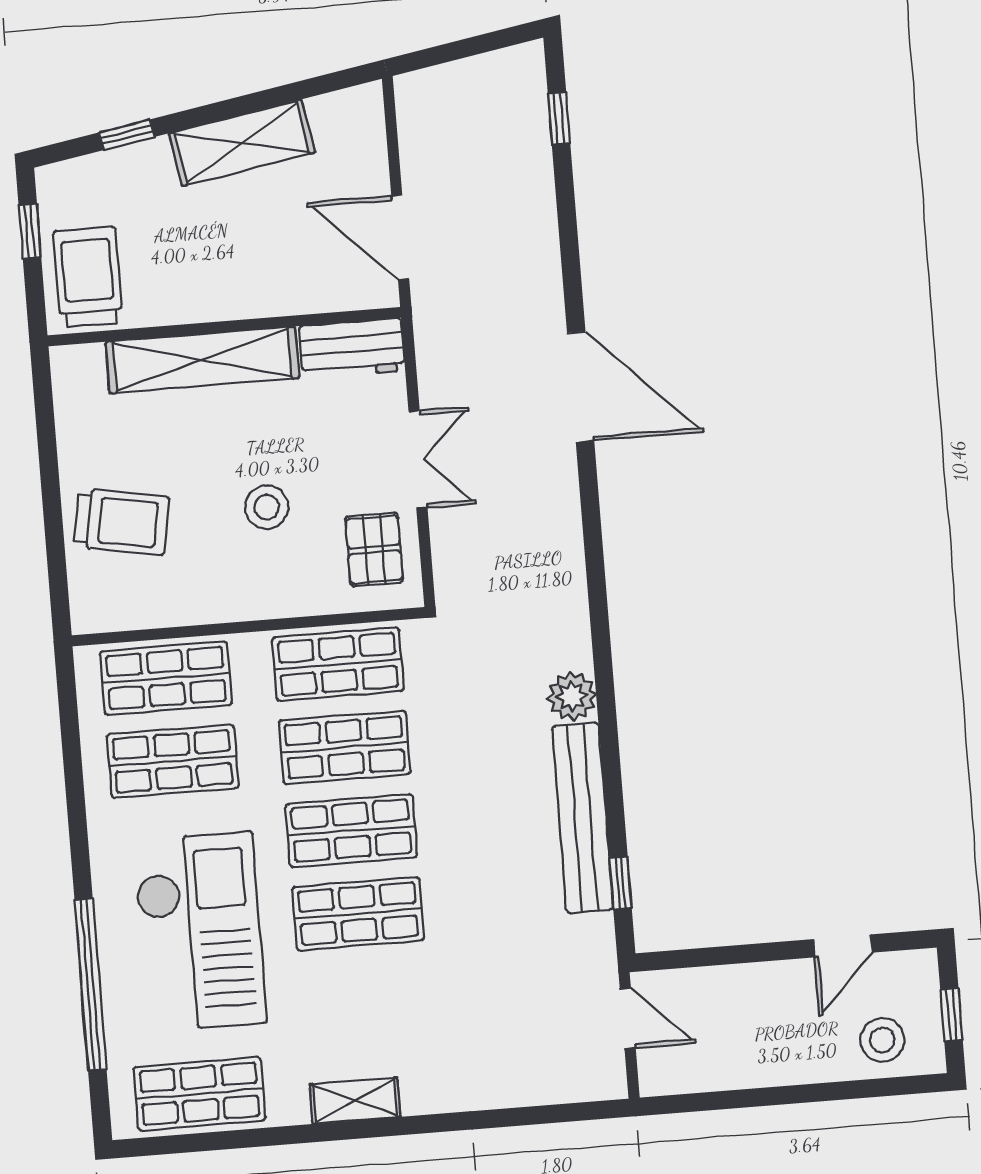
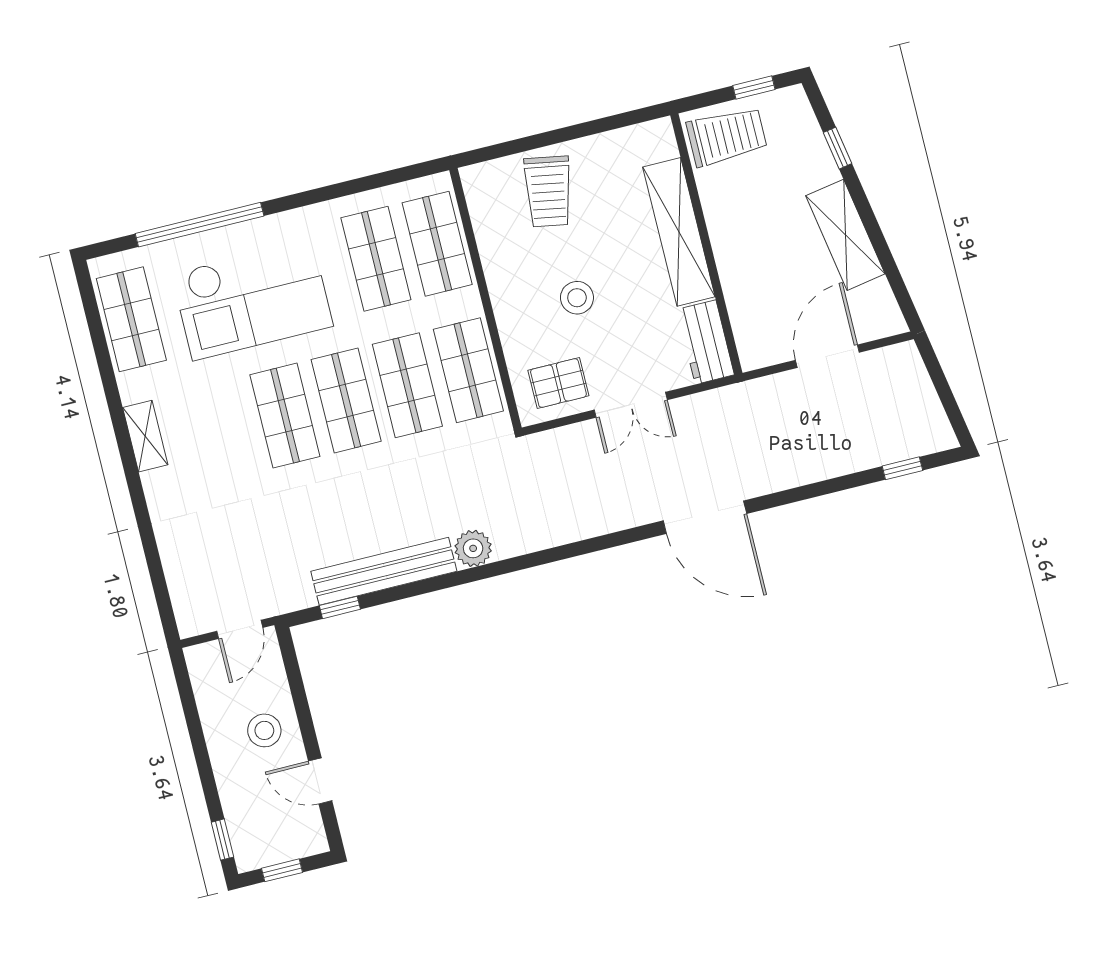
door: (400, 238) -> (827, 356), moved
door: (581, 387) -> (705, 517), hinge flipped
stool: (882, 1040) -> (264, 730), moved
window: (898, 1086) -> (222, 840), added

